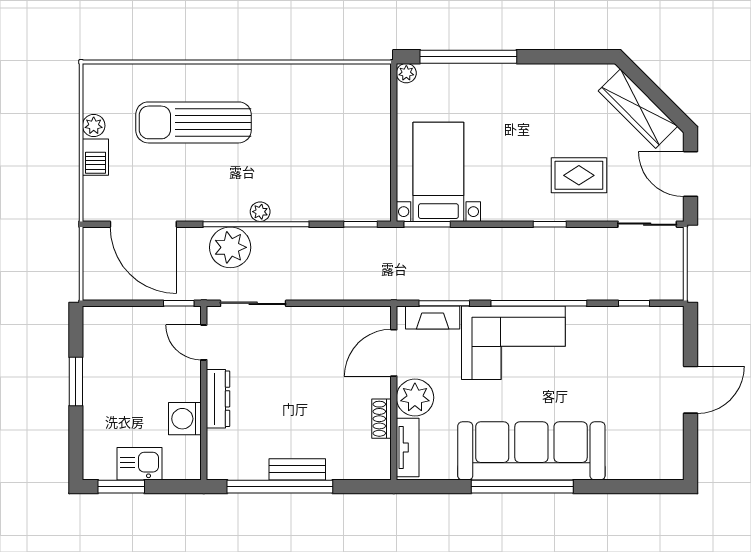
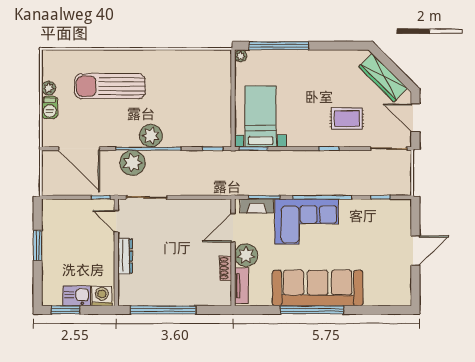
plant: (260, 212) -> (151, 136), width x1.88, depth x1.88
washing machine: (185, 419) -> (102, 296), moved, turned 90
bench: (297, 469) -> (174, 299), removed

